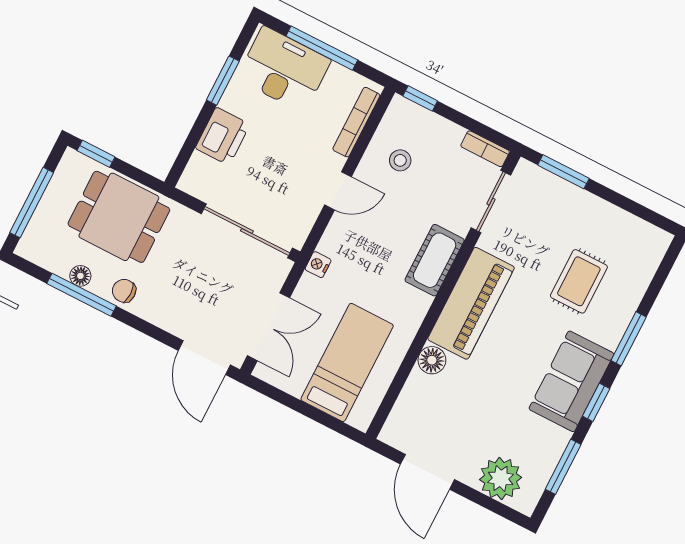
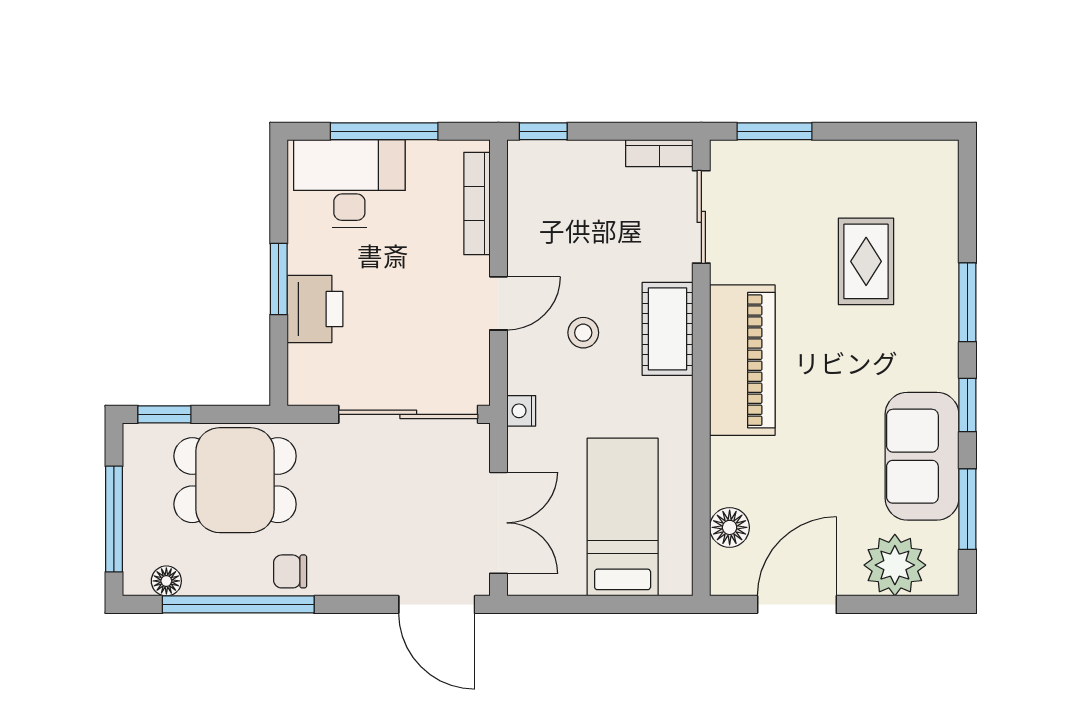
window: (223, 81) -> (279, 279), moved
stool: (400, 160) -> (583, 333), moved
floor lamp: (80, 276) -> (166, 581), moved
window: (81, 295) -> (238, 604), width x1.46
floor lamp: (432, 360) -> (730, 527), moved
sofa: (571, 381) -> (922, 456), moved
door: (427, 472) -> (797, 604), swing flipped

